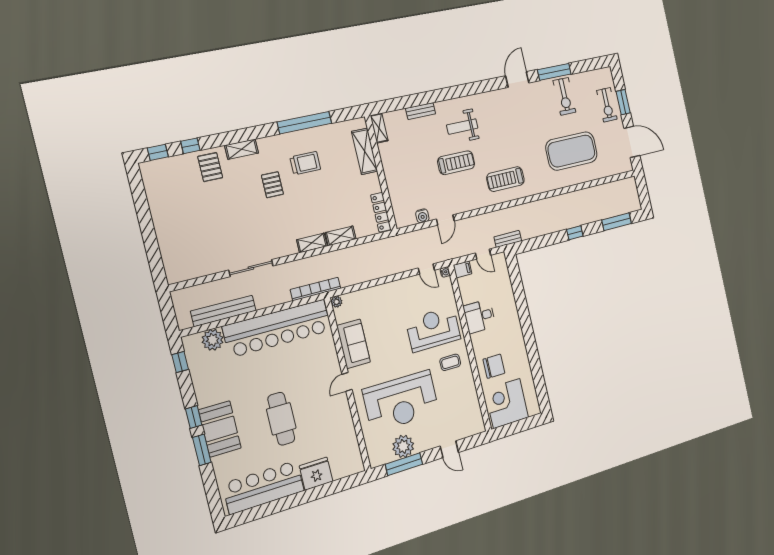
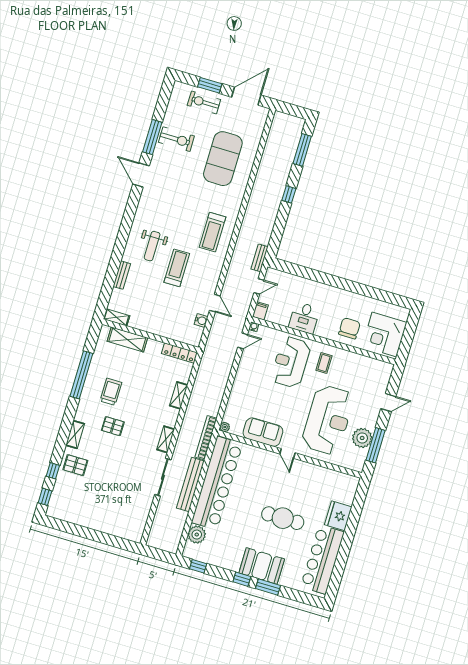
exercise bike: (607, 105) -> (204, 102), turned 180
shelving: (312, 243) -> (166, 439), moved
bench: (223, 311) -> (190, 484), moved

